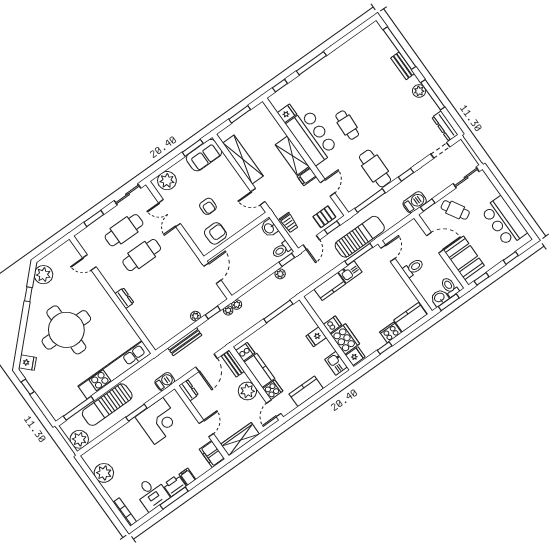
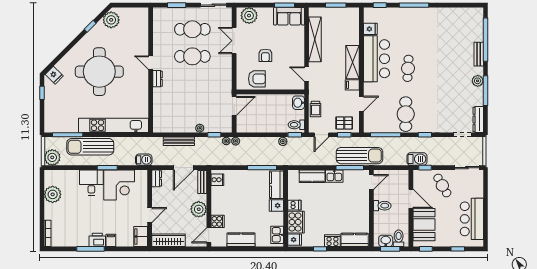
door: (89, 262) -> (151, 63), moved
kitchen counter: (259, 370) -> (277, 185), moved, turned 180
desk: (152, 494) -> (91, 182), moved, turned 180

